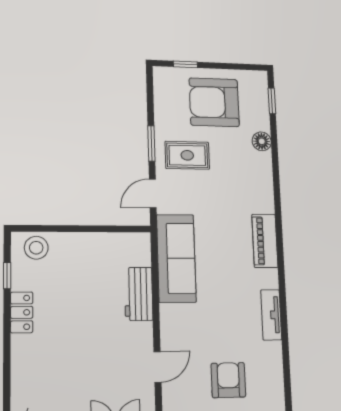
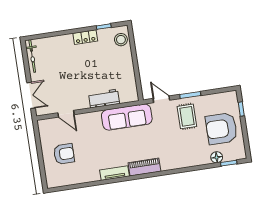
armchair: (214, 102) -> (221, 129), turned -90
floor lamp: (262, 141) -> (217, 157), moved
tv unit: (271, 315) -> (114, 173), moved

